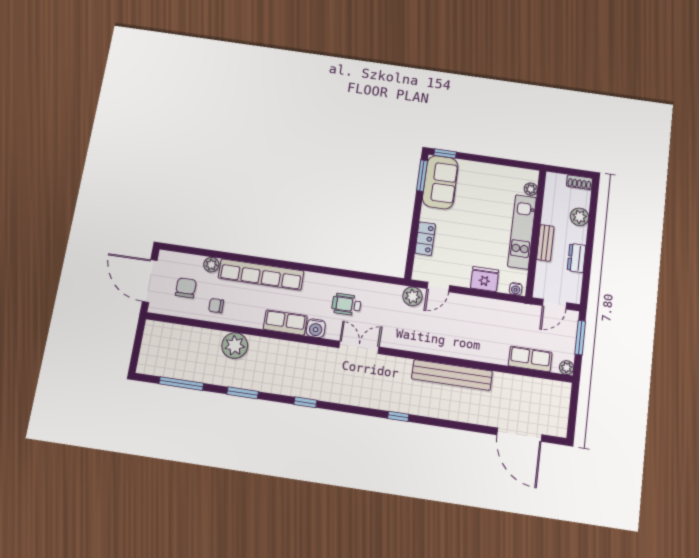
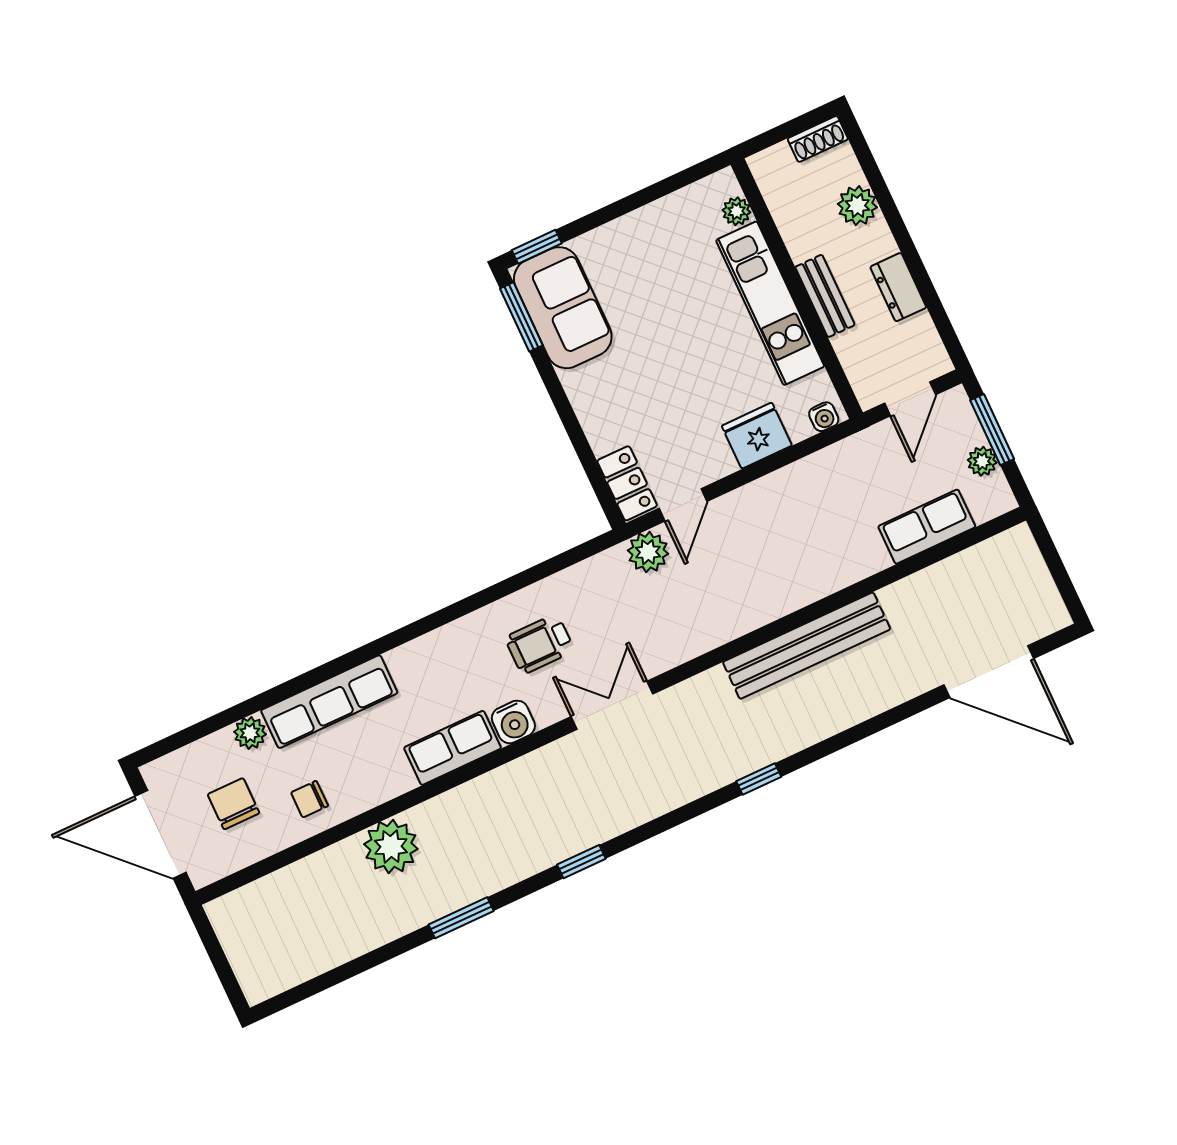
locker: (425, 239) -> (627, 483), moved
row of seats: (261, 274) -> (329, 702), width x0.73
plant: (567, 368) -> (982, 461), moved
window: (181, 384) -> (343, 973), removed

